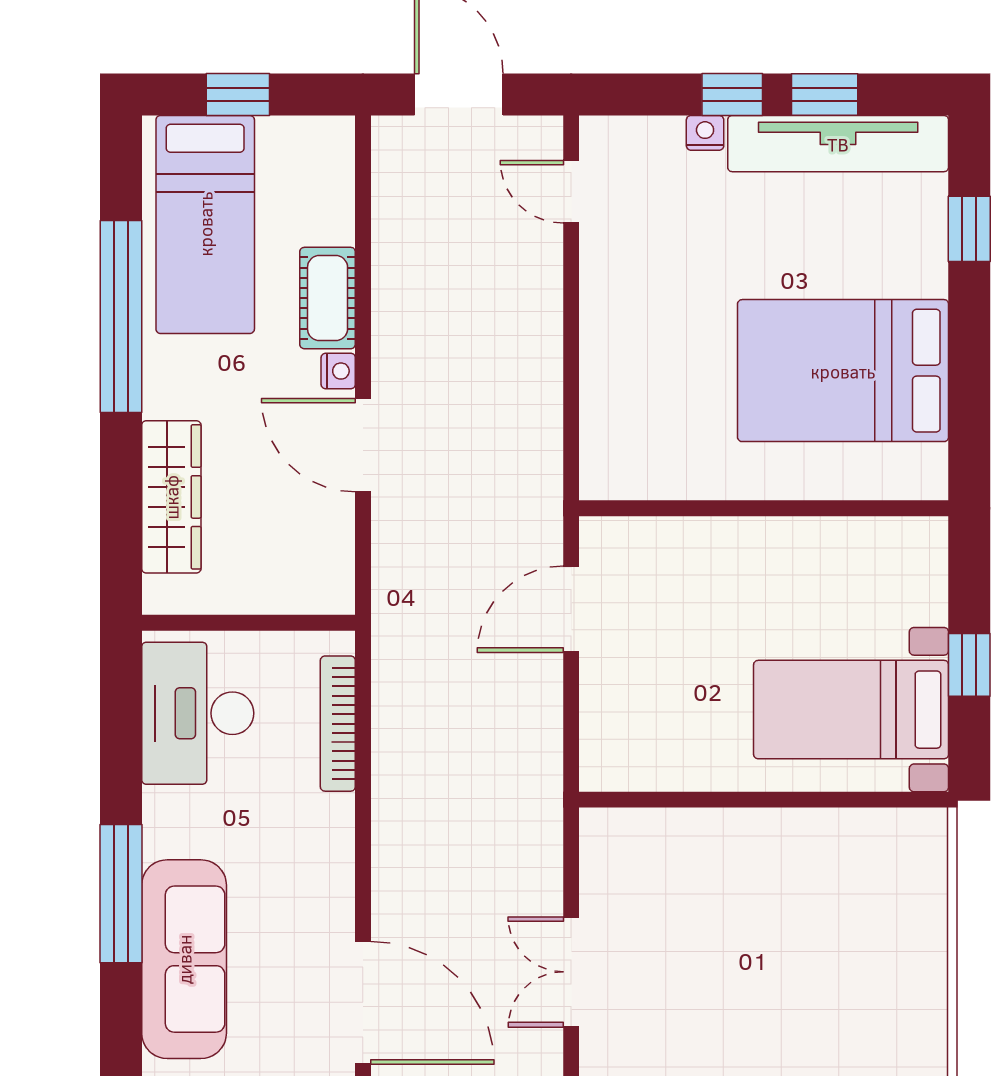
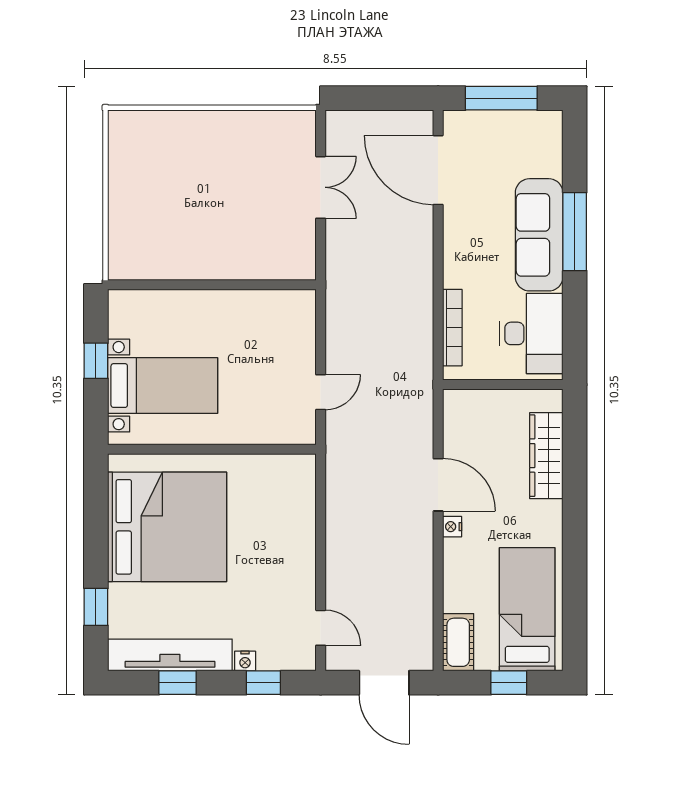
window: (732, 95) -> (263, 683), moved
cot: (328, 298) -> (458, 642), moved
window: (121, 316) -> (575, 557), removed
bed: (843, 371) -> (167, 527), width x1.36
door: (571, 609) -> (321, 392), width x0.73
bed with nightstands: (851, 710) -> (163, 386), moved
sofa: (184, 959) -> (539, 235), moved

